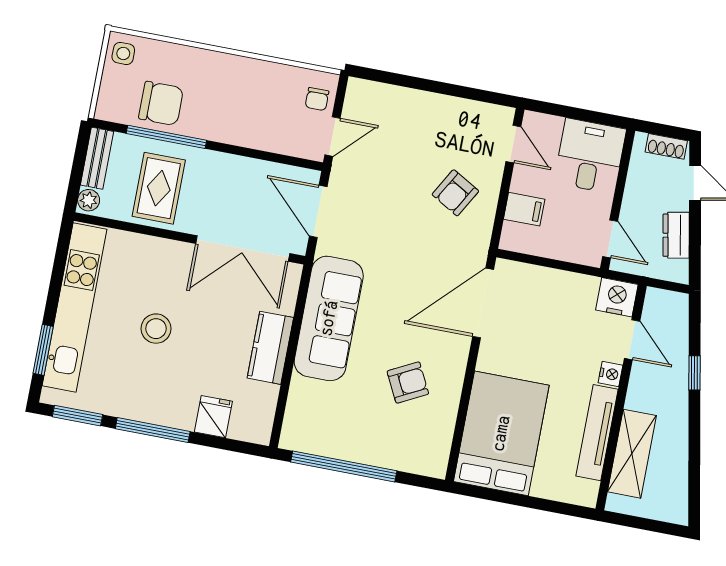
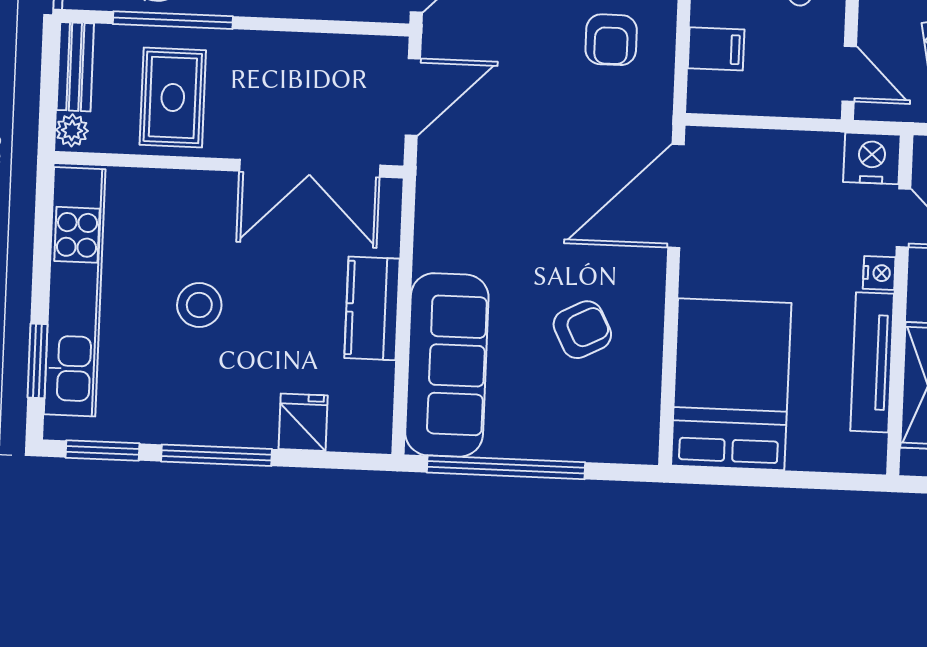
armchair: (455, 193) -> (611, 40), turned -30
door: (318, 211) -> (413, 97), swing flipped
sofa: (329, 318) -> (447, 365), moved

